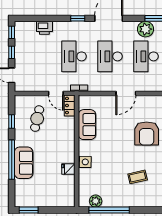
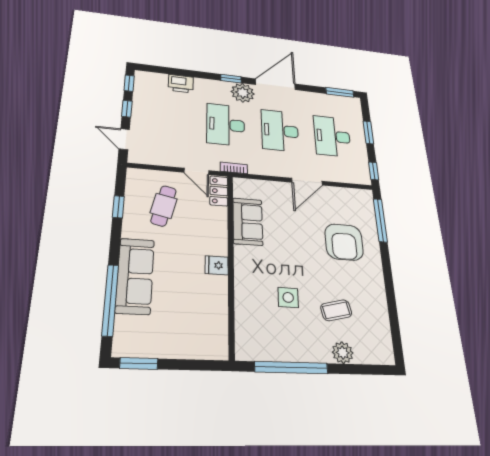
plant: (145, 29) -> (243, 93), moved
window: (12, 160) -> (110, 300), moved
side table: (85, 162) -> (288, 297), moved
sofa: (24, 163) -> (135, 276), width x1.36
fridge: (68, 169) -> (217, 265), moved
plant: (96, 201) -> (343, 353), moved

